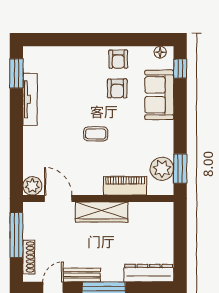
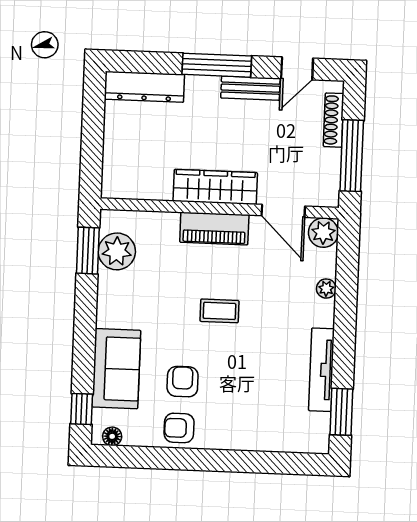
armchair: (118, 59) -> (179, 428), turned -90
plant: (29, 151) -> (326, 289), added
piano: (125, 186) -> (214, 229), moved

